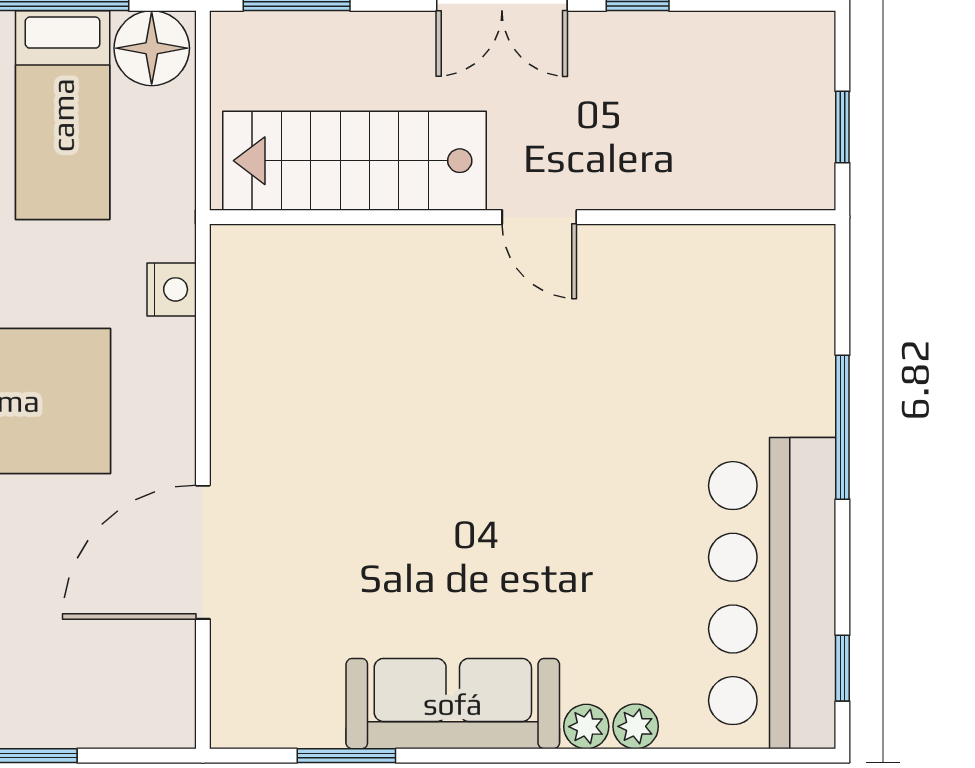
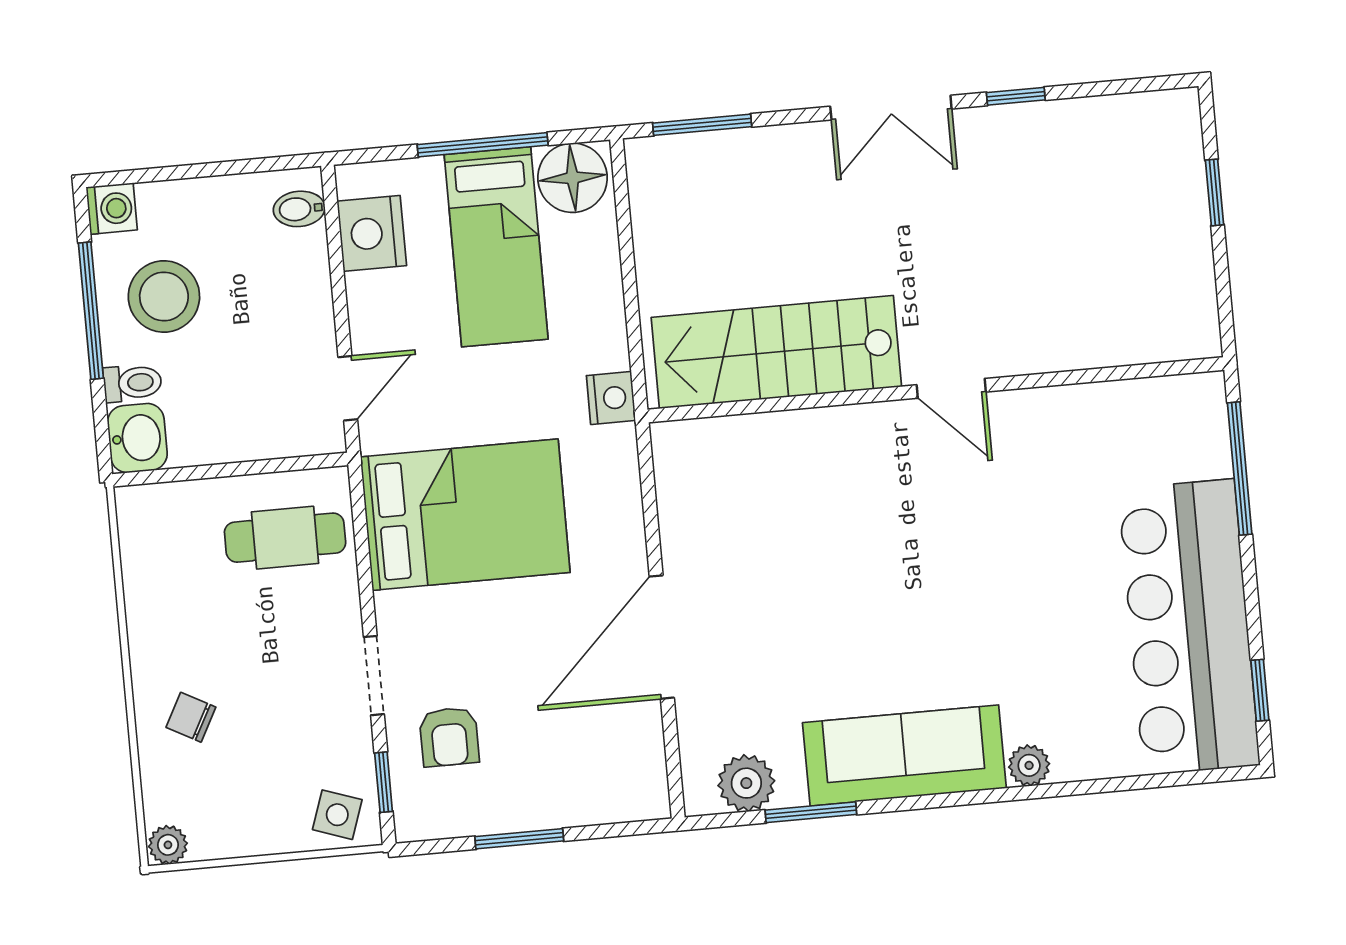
stairs: (354, 161) -> (776, 352), moved
wall: (523, 217) -> (936, 390), moved
door: (539, 217) -> (951, 388), moved
plant: (636, 726) -> (746, 783), moved, width x1.38, depth x1.38

